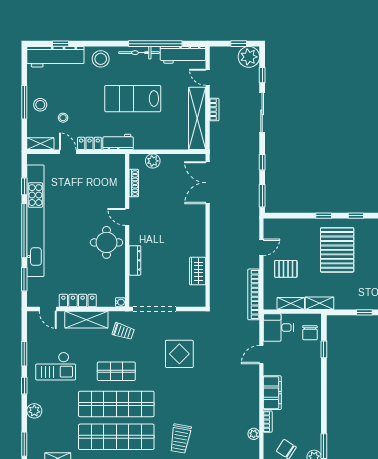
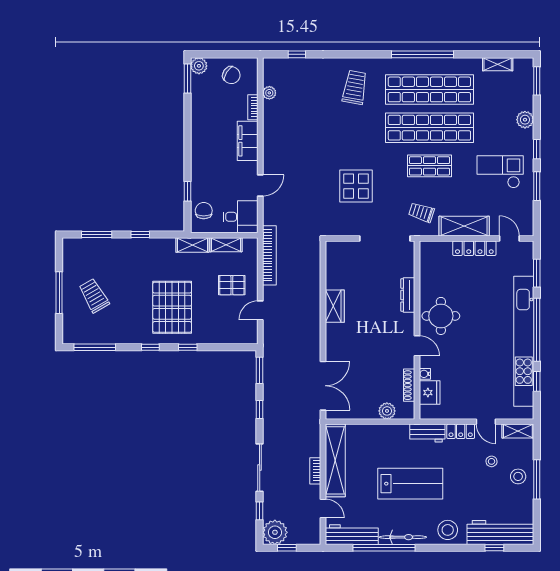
fridge: (116, 177) -> (430, 393), added
wardrobe: (198, 271) -> (335, 306), moved
water cooler: (120, 302) -> (425, 374), moved

